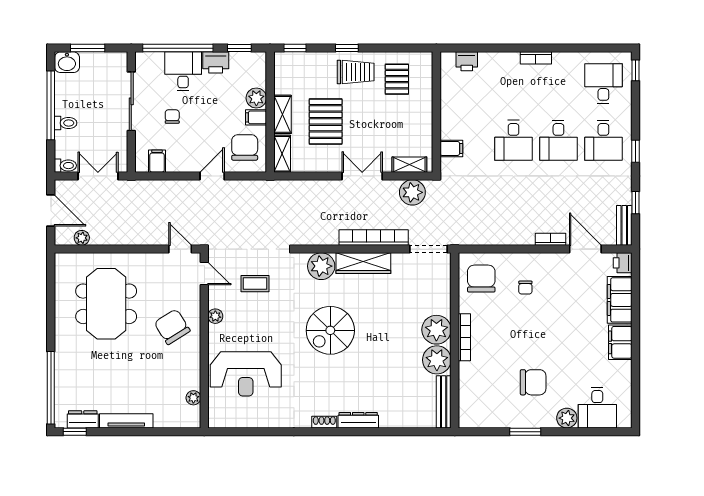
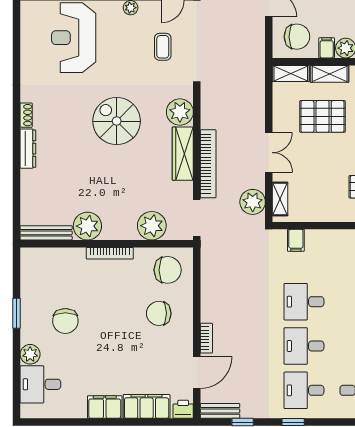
chair: (525, 288) -> (159, 313), width x1.87, depth x1.87
plant: (436, 330) -> (152, 226), moved

